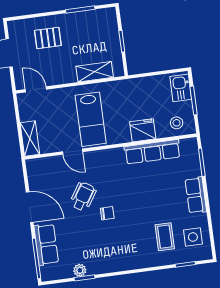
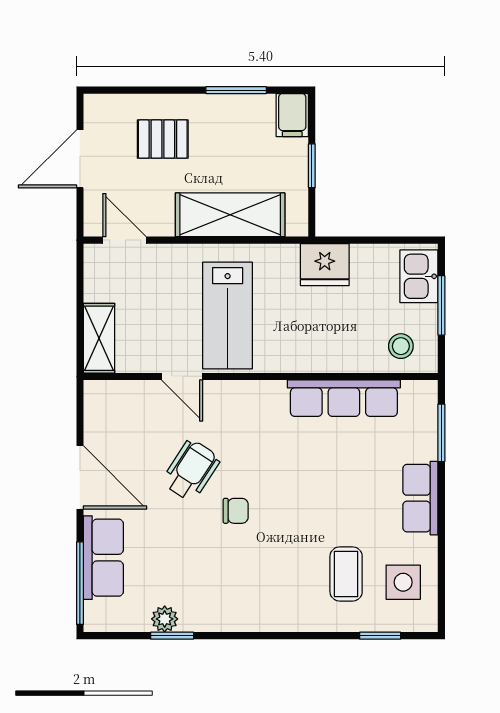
filing cabinet: (109, 18) -> (292, 115), added
shelving: (95, 72) -> (230, 215), width x1.50, depth x1.33
fridge: (143, 130) -> (325, 265), moved, turned 180

